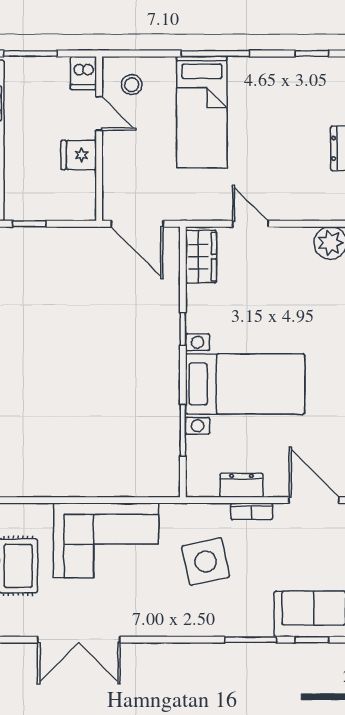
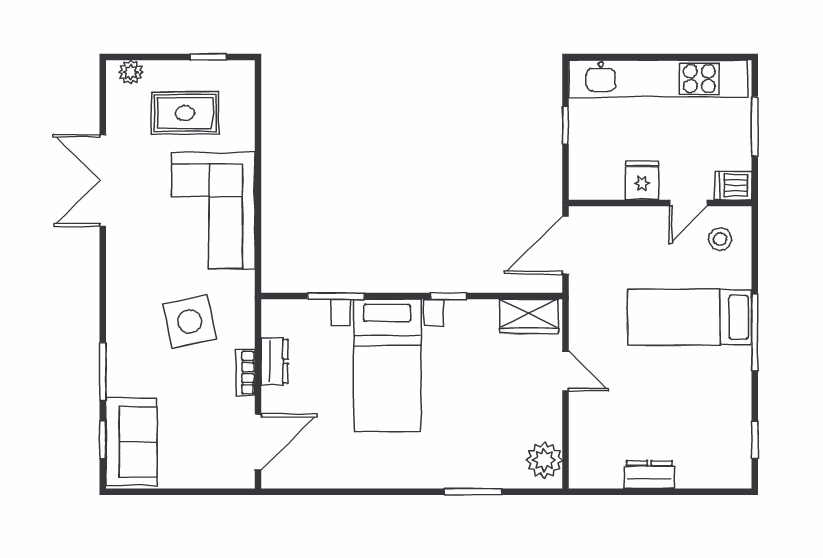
door: (250, 224) -> (565, 371), hinge flipped

